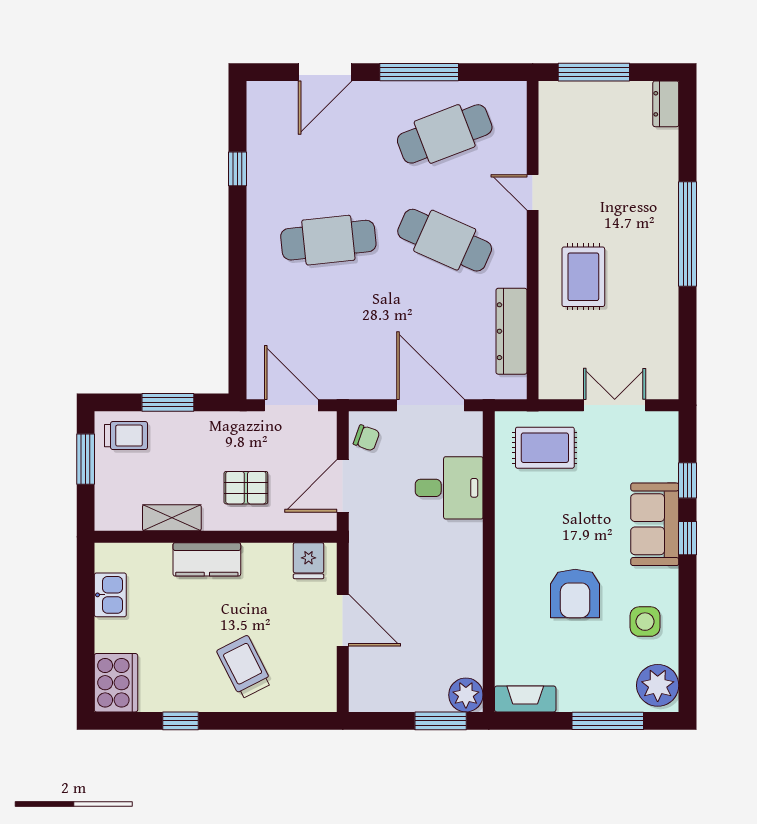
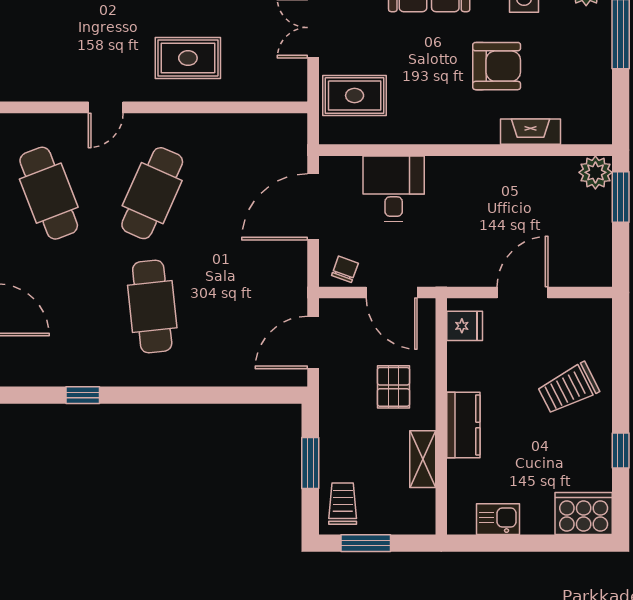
dresser: (511, 331) -> (241, 128), removed
rug: (545, 448) -> (355, 96), turned 90
fireplace: (525, 699) -> (531, 132), moved, turned 90

